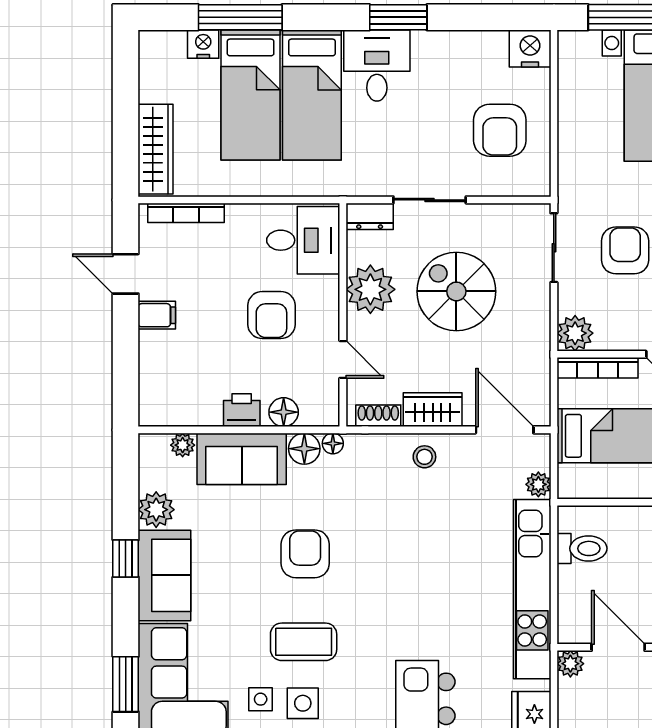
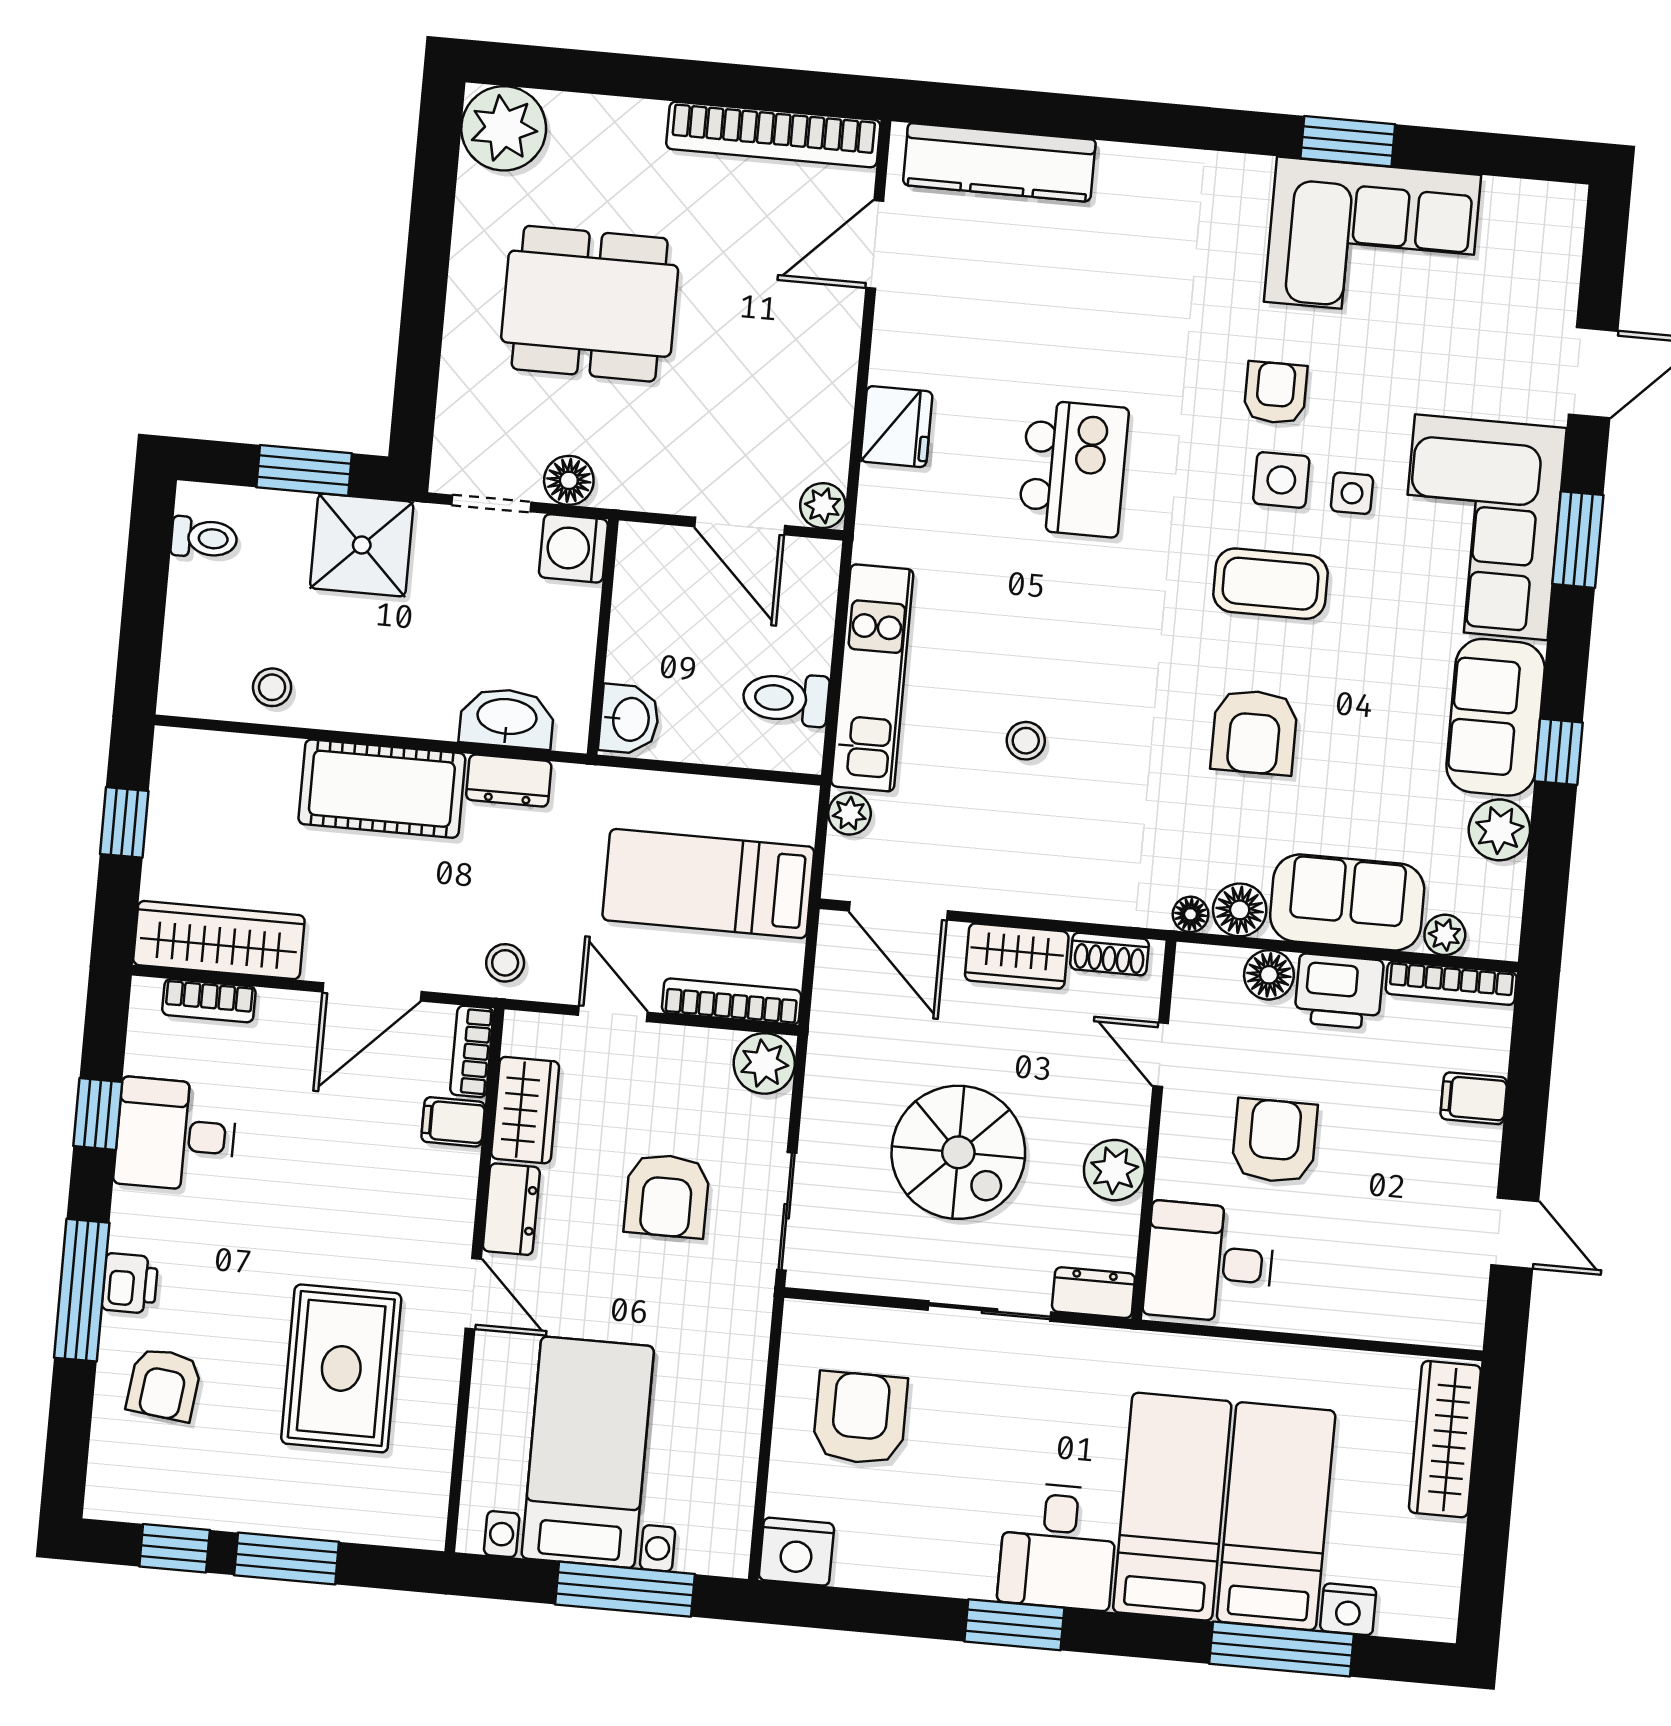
bookcase: (186, 213) -> (1451, 983), moved, turned 180
plant: (370, 289) -> (1114, 1170), width x0.73, depth x0.73
filing cabinet: (157, 315) -> (1474, 1098), moved
printer: (242, 410) -> (1339, 991), width x1.36, depth x1.24
stool: (424, 457) -> (1026, 741), moved
kitchen unit: (532, 589) -> (872, 678), width x0.73

